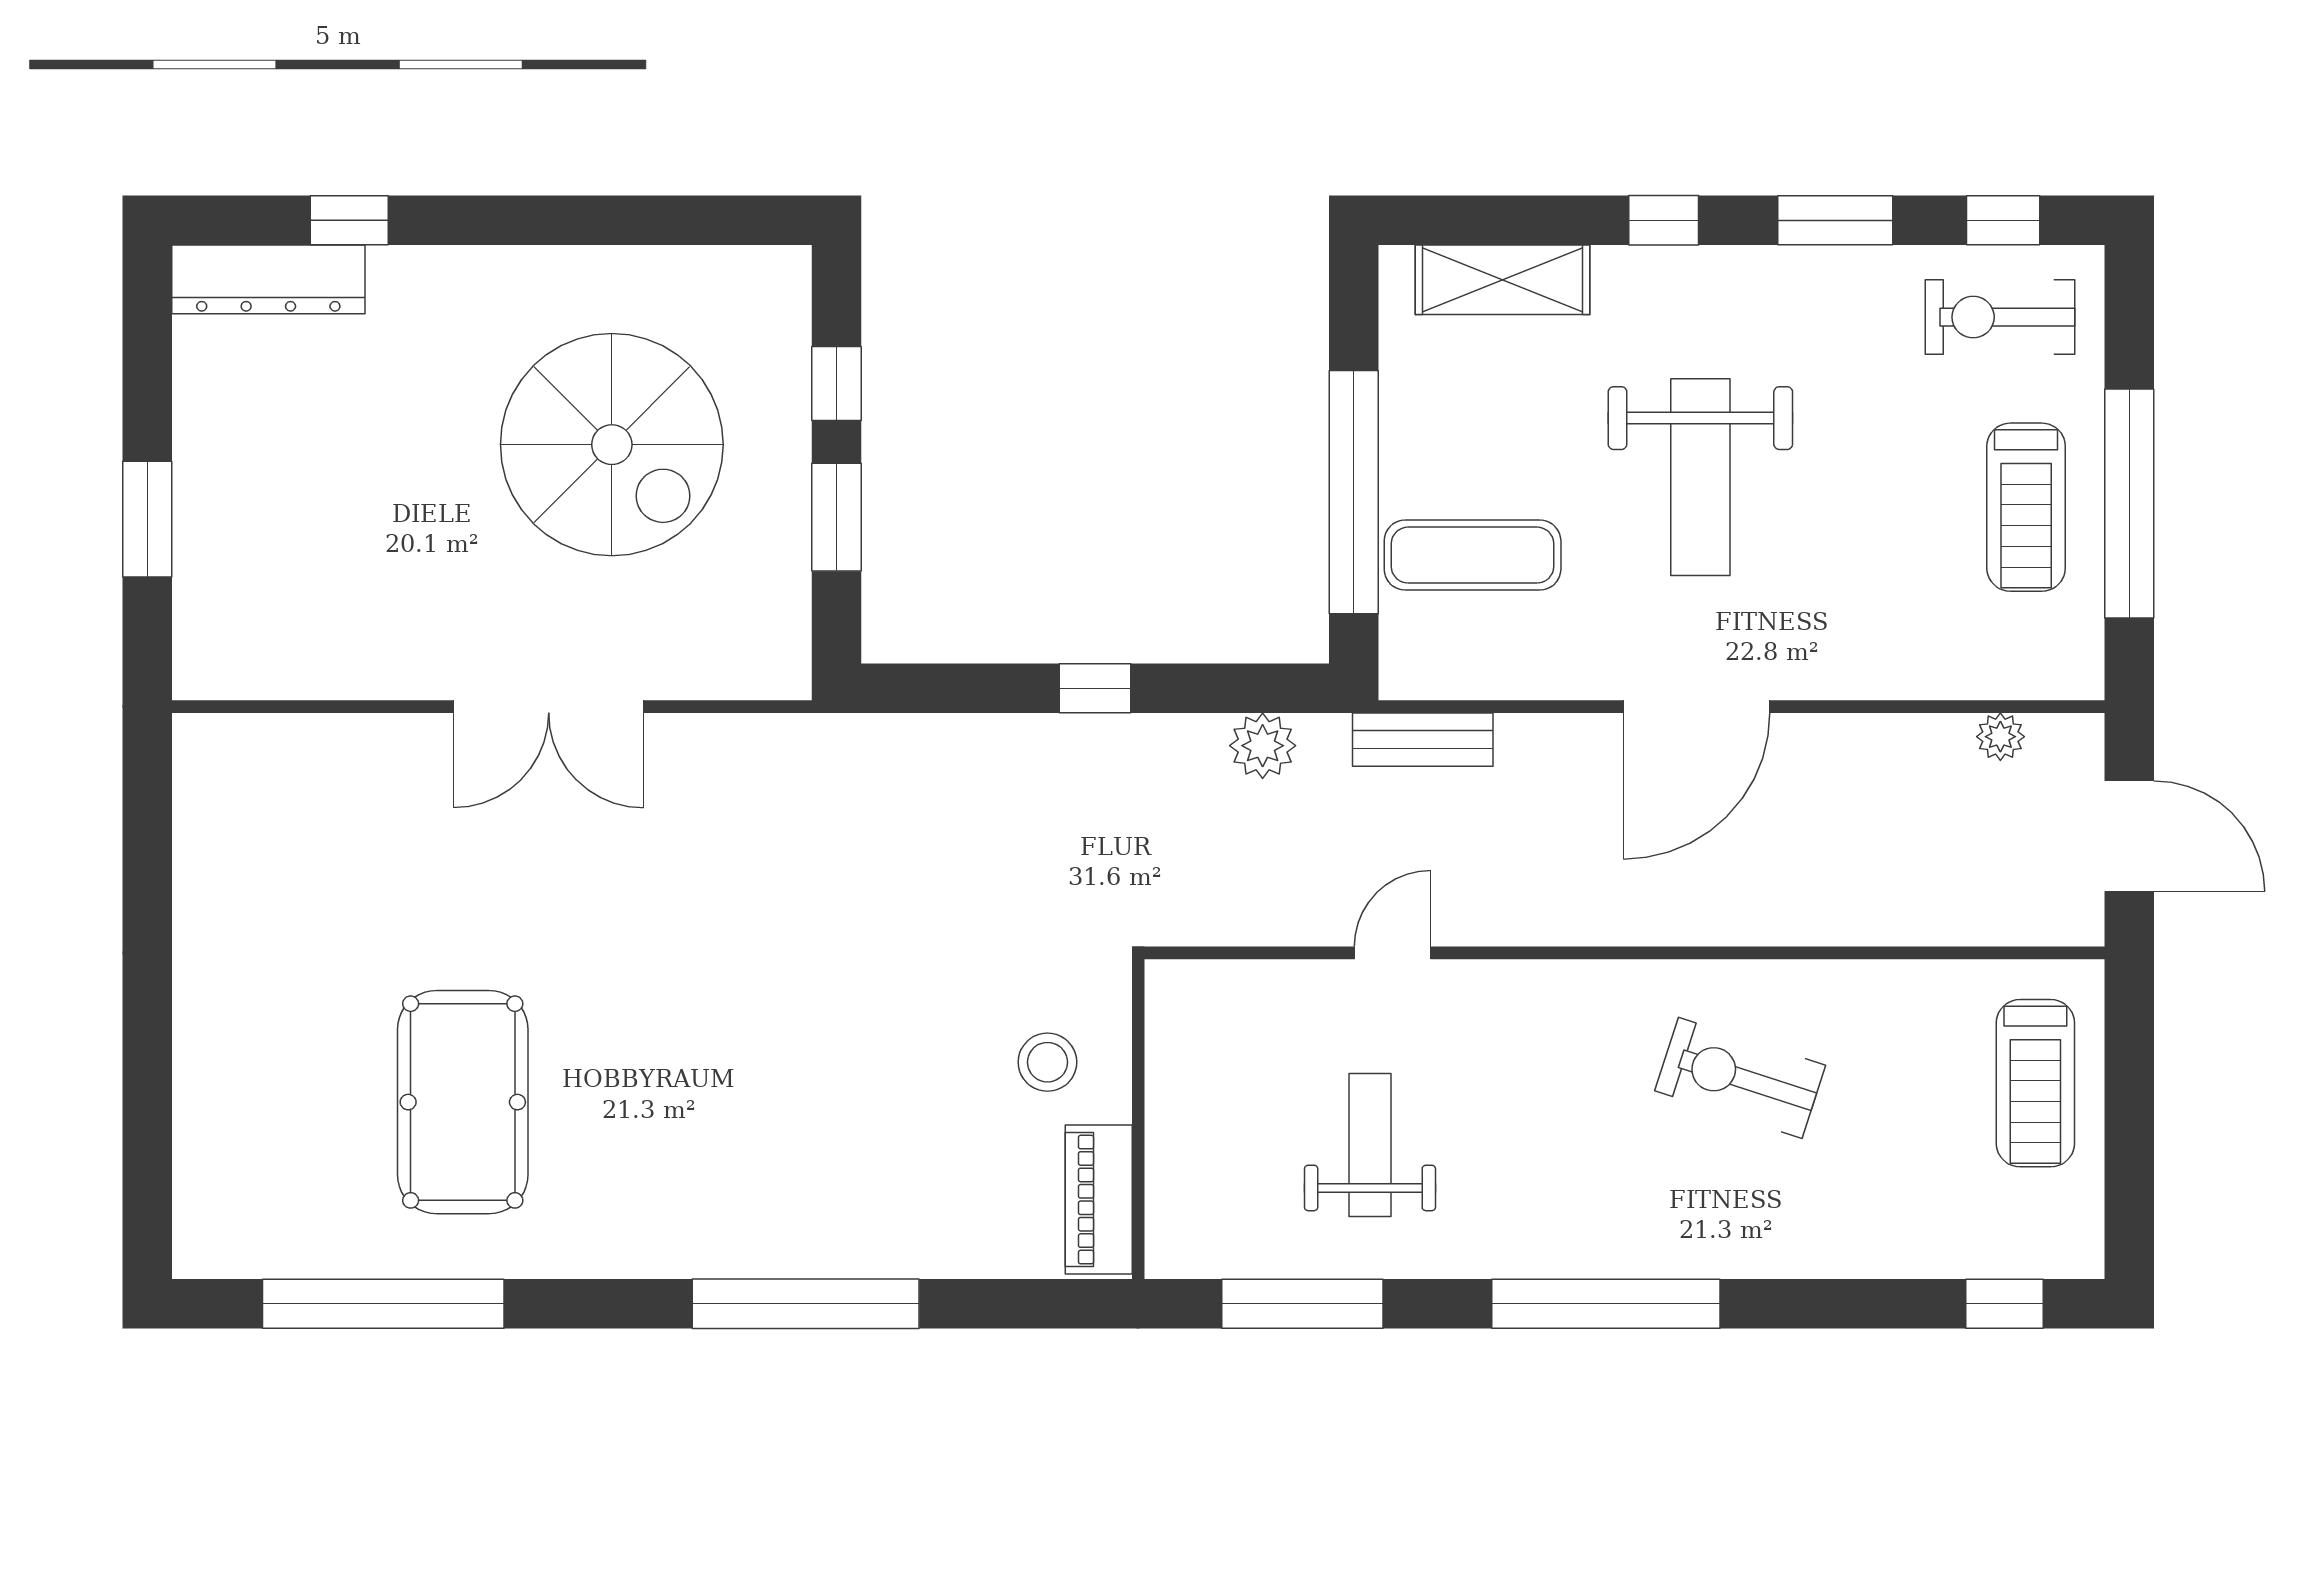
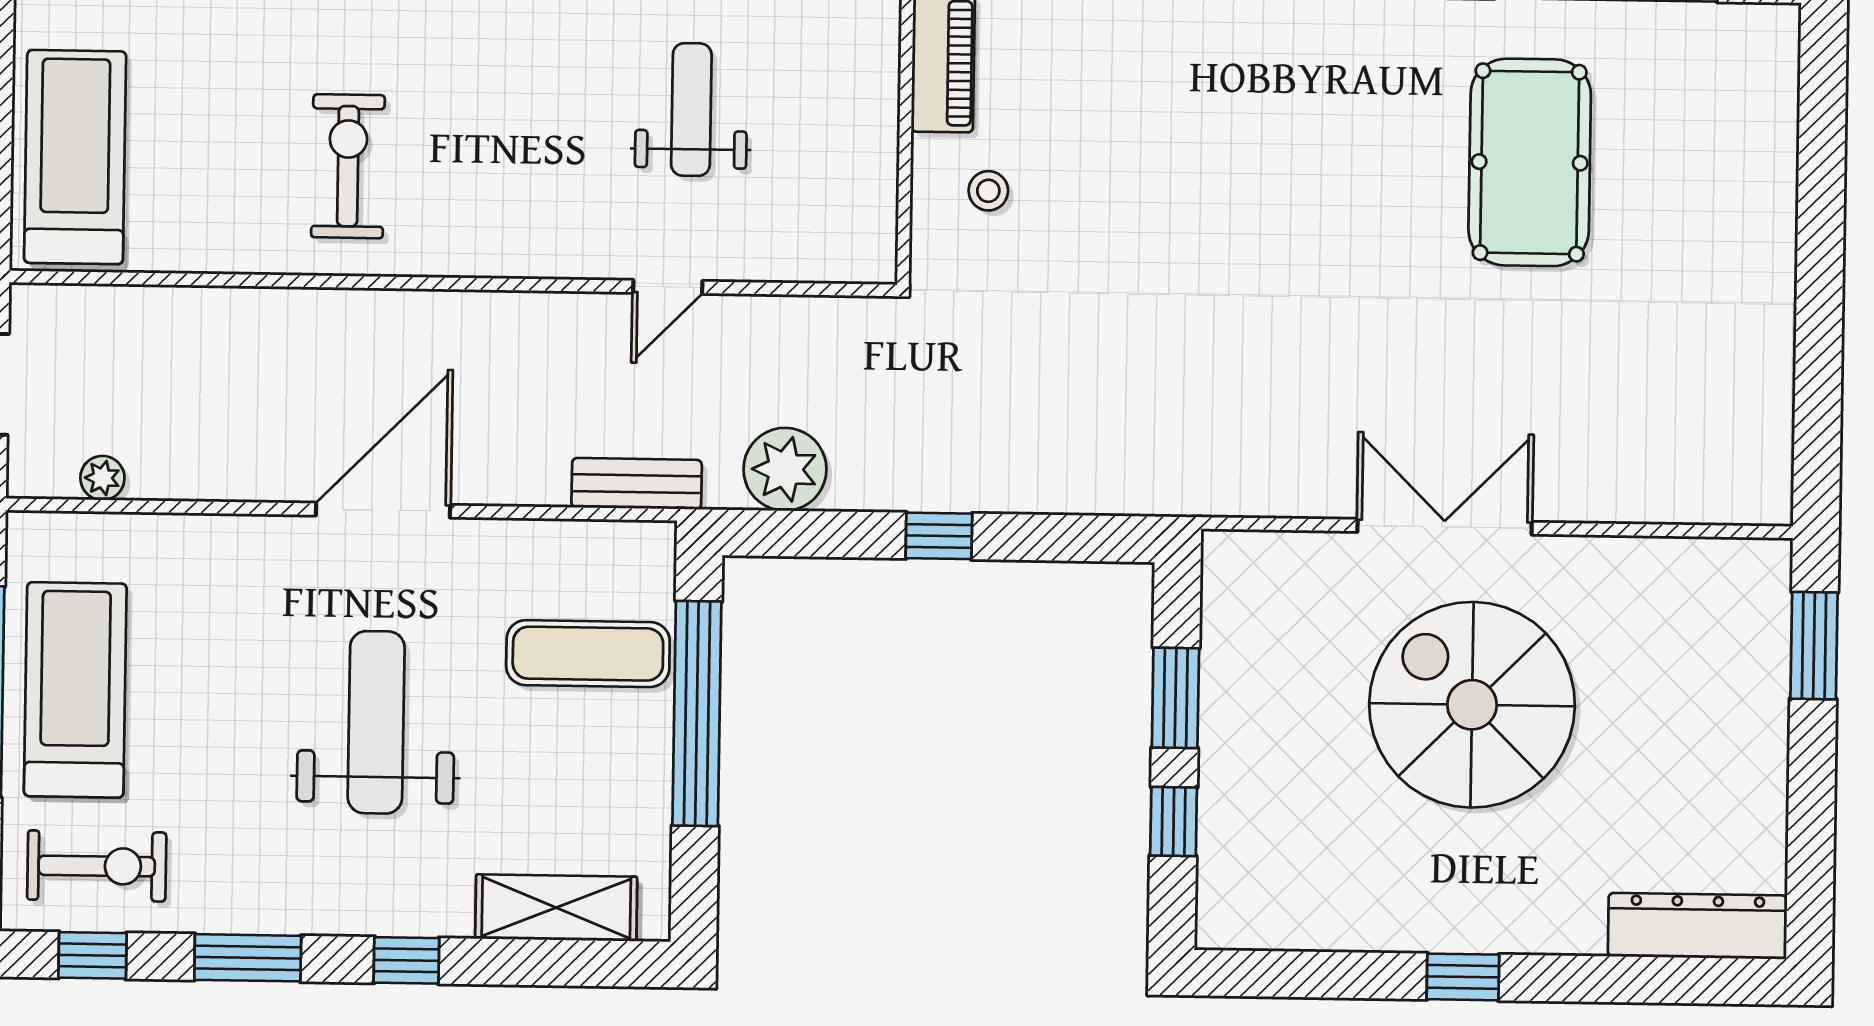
window: (349, 220) -> (1463, 977), moved
spiral stairs: (612, 445) -> (1472, 705), moved
treadmill: (2026, 507) -> (75, 690), width x1.37, depth x1.38
window: (147, 519) -> (1814, 646), moved
plant: (1263, 746) -> (785, 469), width x1.36, depth x1.36
stool: (1047, 1062) -> (988, 191), width x0.73, depth x0.73
exercise bike: (1740, 1078) -> (348, 166), turned -108
treadmill: (2035, 1083) -> (75, 157), width x1.37, depth x1.38
weight bench: (1370, 1145) -> (691, 110), turned 180

